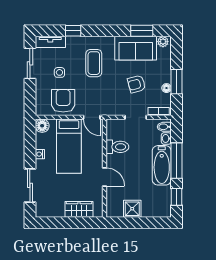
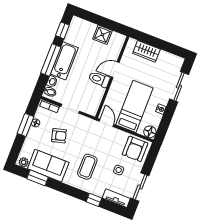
armchair: (63, 101) -> (135, 149), moved
toilet: (117, 147) -> (99, 79), moved
door: (105, 177) -> (115, 70), hinge flipped

